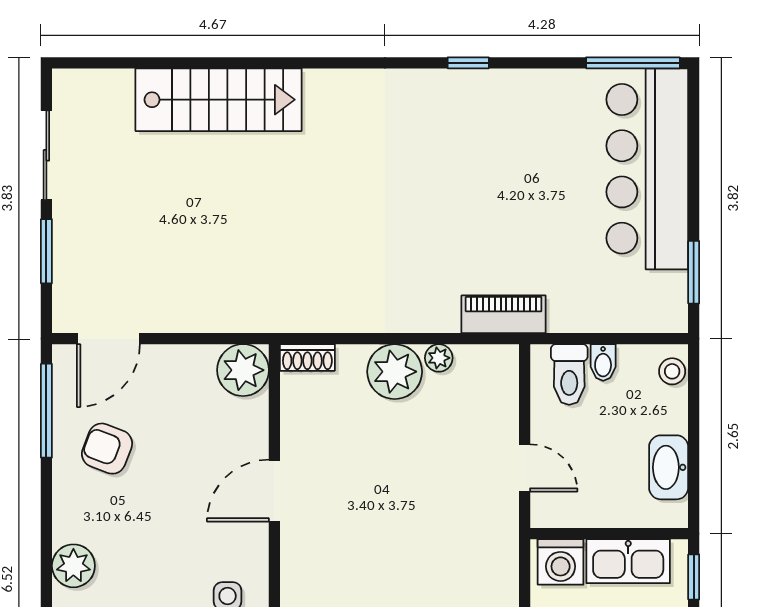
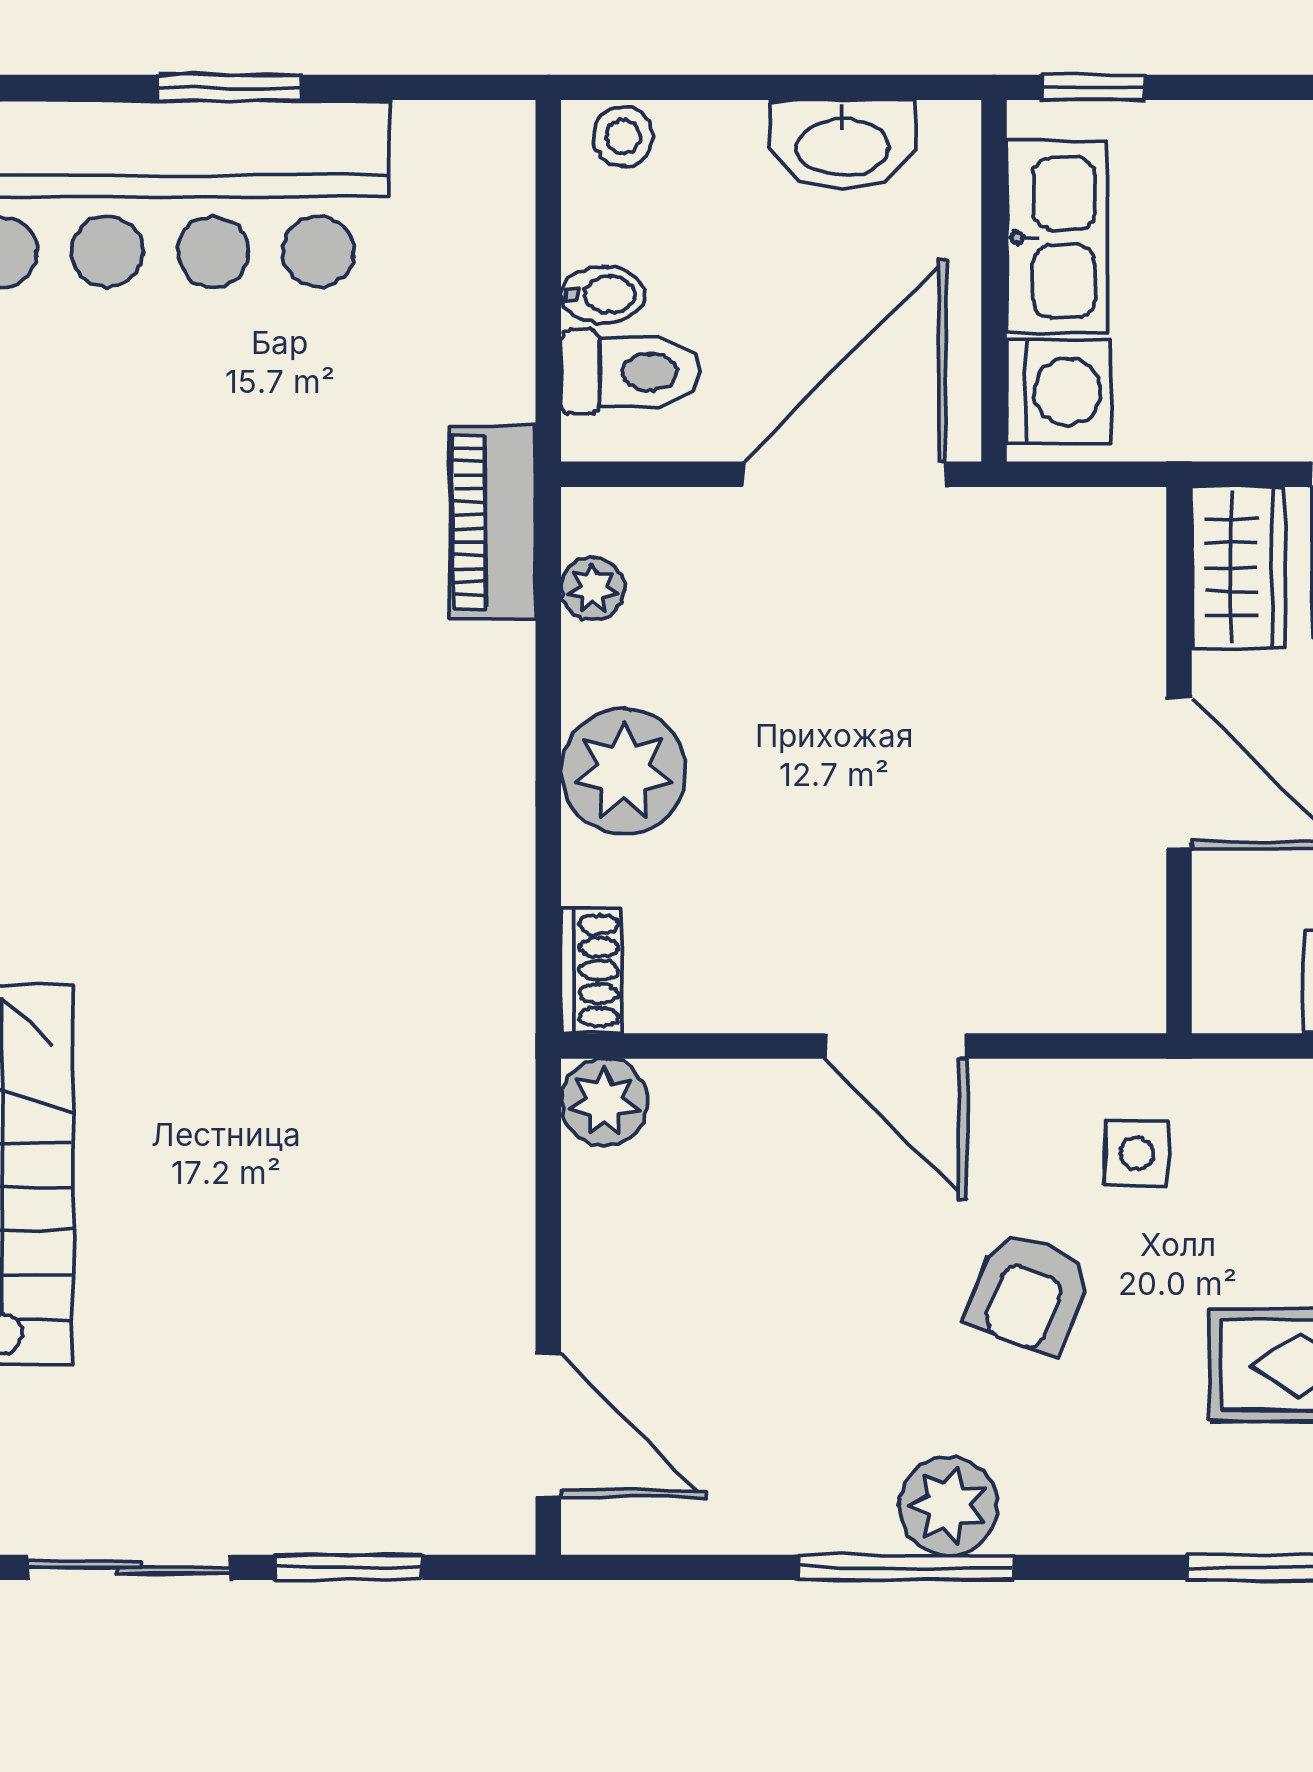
window: (694, 272) -> (229, 87), moved
plant: (439, 358) -> (592, 589), moved
plant: (243, 370) -> (604, 1102), width x0.73, depth x0.73
window: (46, 411) -> (905, 1567), moved
armchair: (107, 449) -> (1029, 1293), moved
door: (525, 468) -> (844, 474), width x1.87
plant: (73, 566) -> (949, 1506), moved

